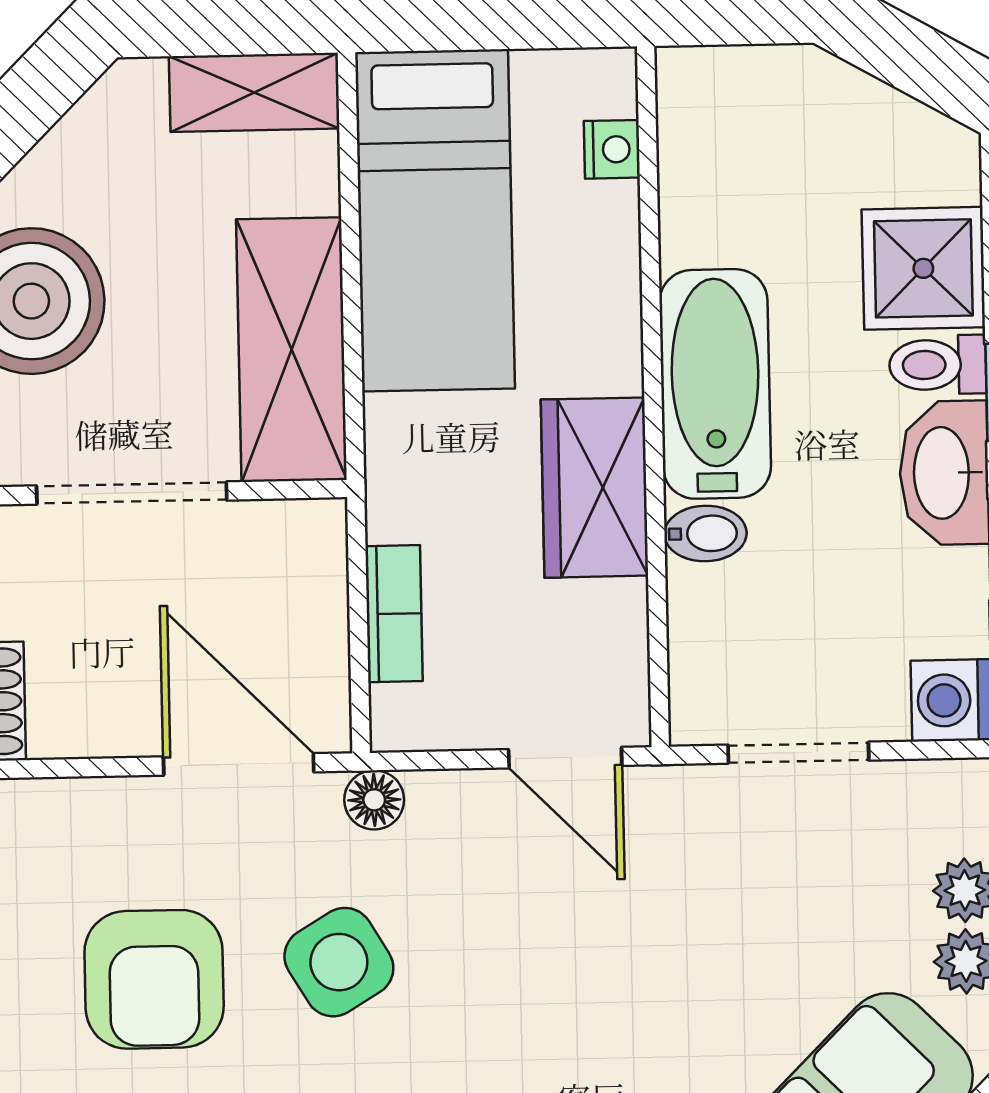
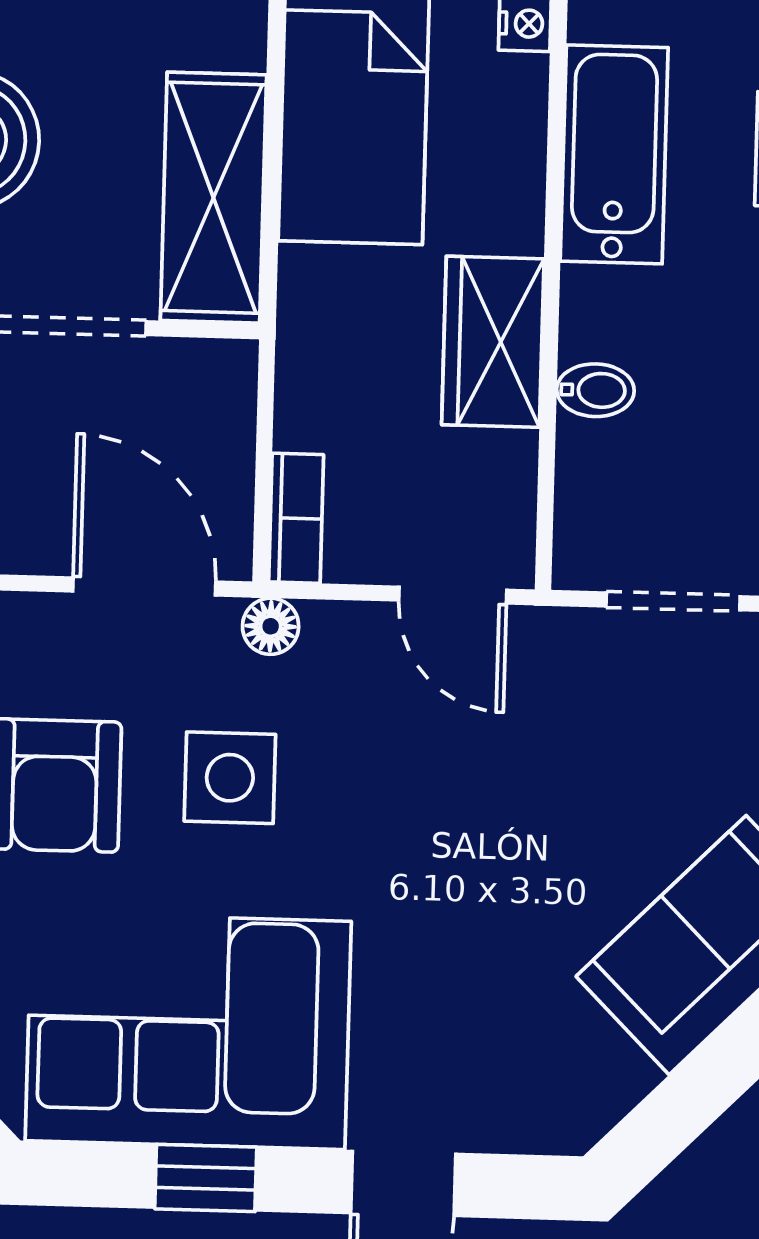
bathtub: (715, 384) -> (614, 154), moved
bookcase: (394, 614) -> (296, 518), moved
side table: (339, 962) -> (230, 778), turned 31

